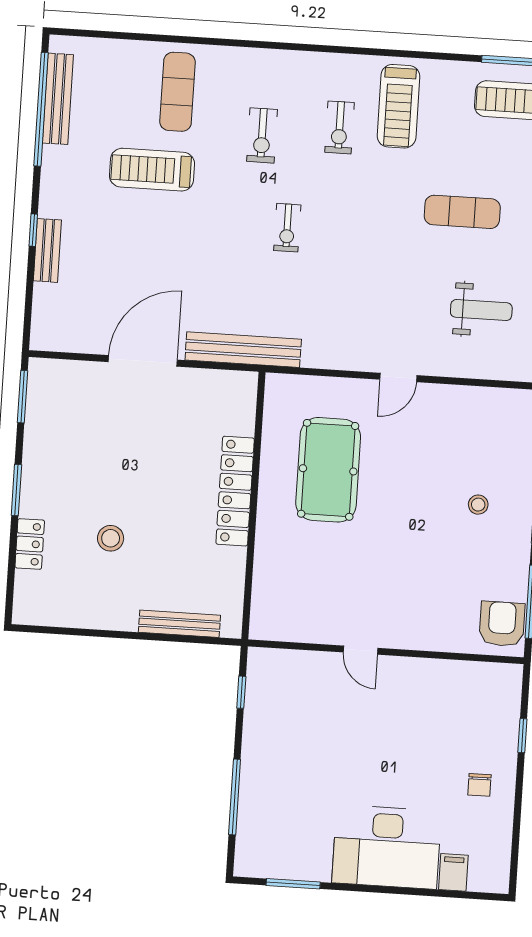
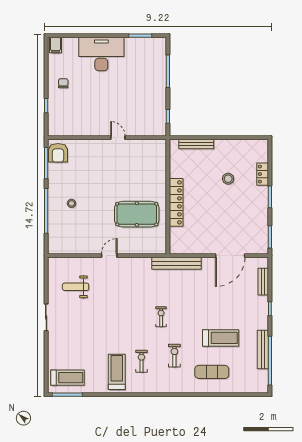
exercise mat: (178, 92) -> (212, 372), turned 90
bench: (58, 99) -> (263, 349), moved
exercise mat: (462, 212) -> (86, 328), removed
bench: (47, 250) -> (263, 282), moved
door: (143, 361) -> (230, 256), moved
pool table: (328, 470) -> (137, 214), turned 90
filing cabinet: (453, 872) -> (55, 45), moved

